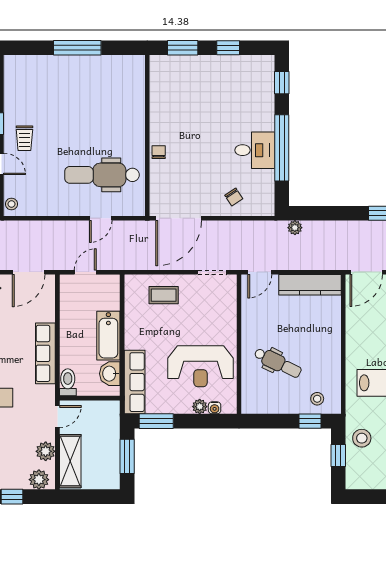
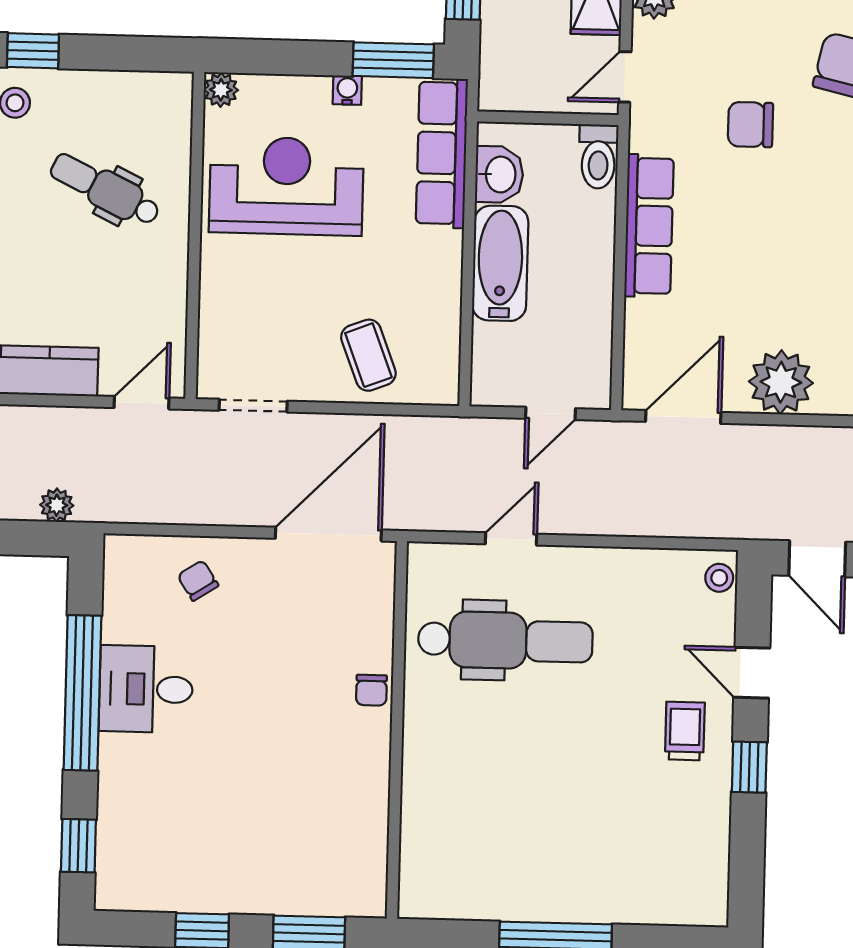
coffee table: (164, 295) -> (368, 355), turned 69
plant: (200, 407) -> (221, 90), moved
water cooler: (215, 408) -> (347, 90), moved

